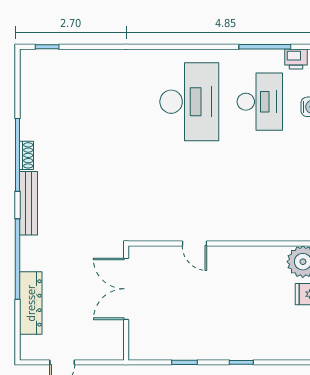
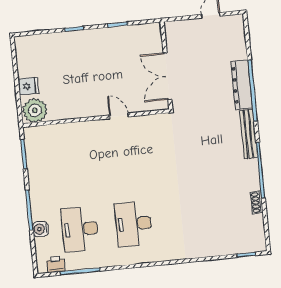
desk: (189, 102) -> (134, 224), width x0.73, depth x0.77
shoe rack: (27, 155) -> (257, 203), moved
double door: (126, 289) -> (167, 76), swing flipped
dresser: (31, 303) -> (242, 85), moved

